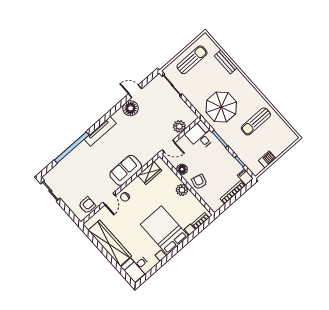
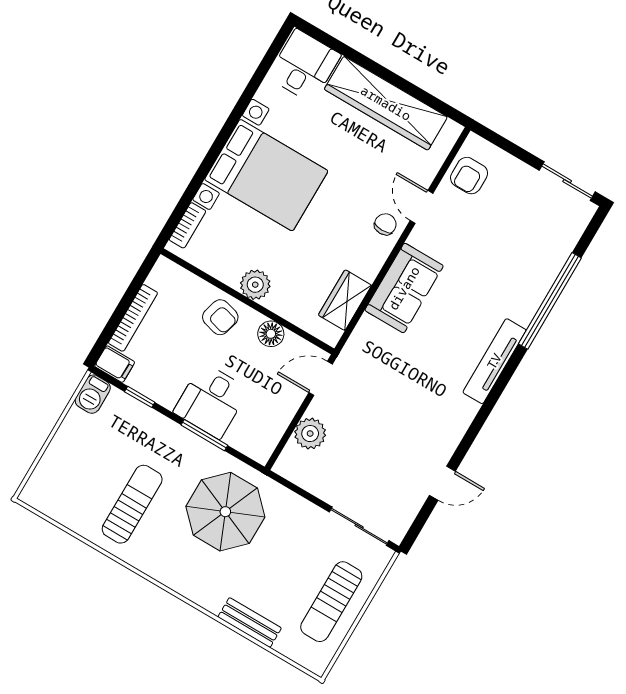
floor lamp: (131, 108) -> (440, 439), removed
desk: (200, 136) -> (211, 401), moved, turned 90
barbecue: (267, 160) -> (93, 394), moved

